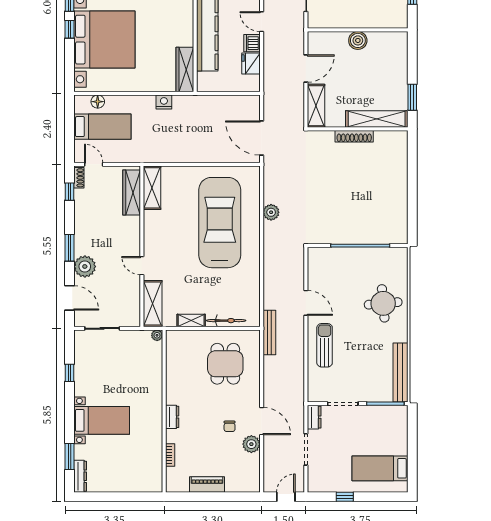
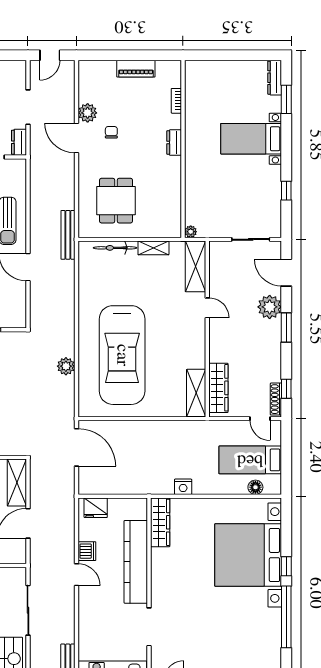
fridge: (251, 64) -> (96, 508), moved, turned 90
shoe rack: (79, 178) -> (276, 399), width x1.43

